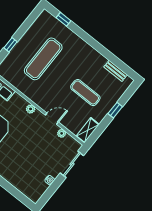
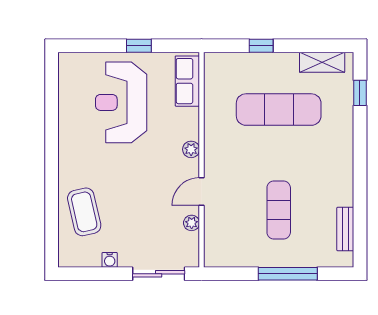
window: (115, 110) -> (288, 274), width x2.17
door: (52, 119) -> (202, 192), swing flipped
shelving: (88, 130) -> (322, 62), moved
coffee table: (21, 175) -> (84, 212), added

